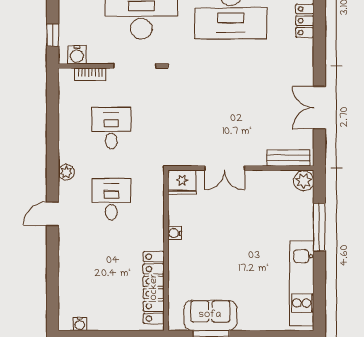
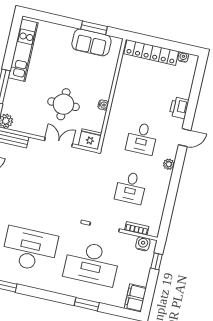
round table: (230, 222) -> (63, 104), added
printer: (70, 253) -> (179, 108), added
locker: (154, 288) -> (151, 53), moved, turned 90

